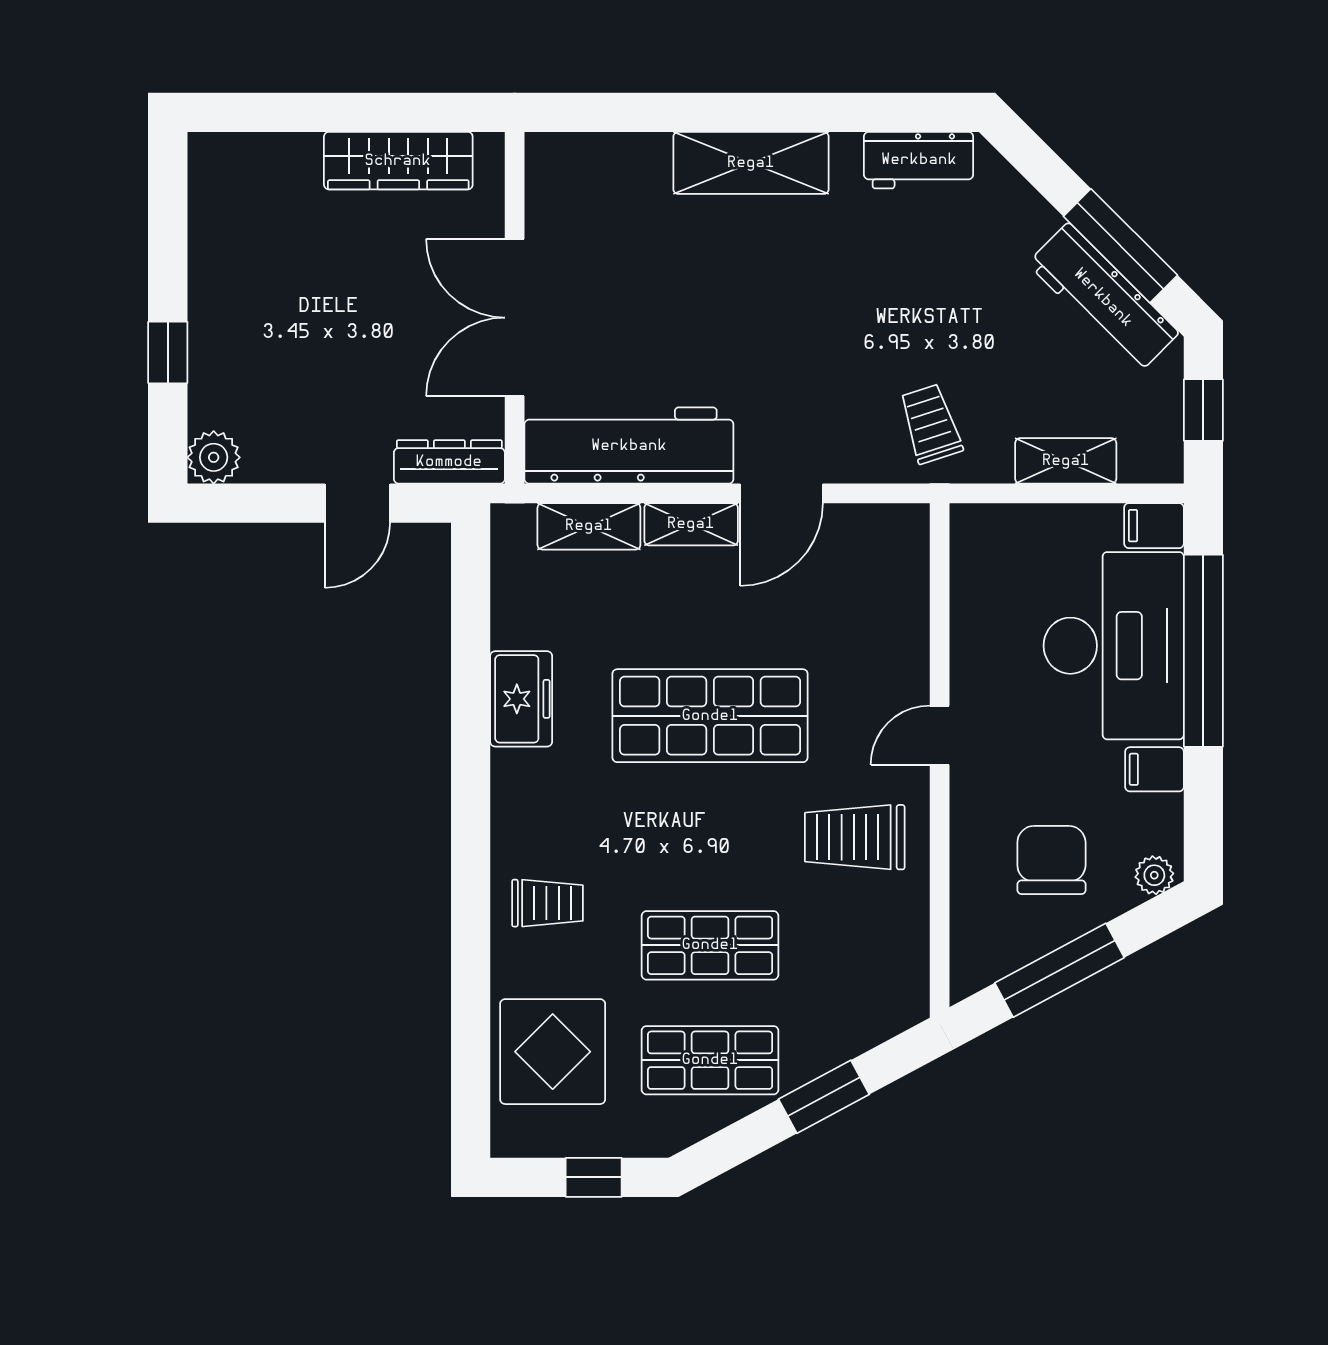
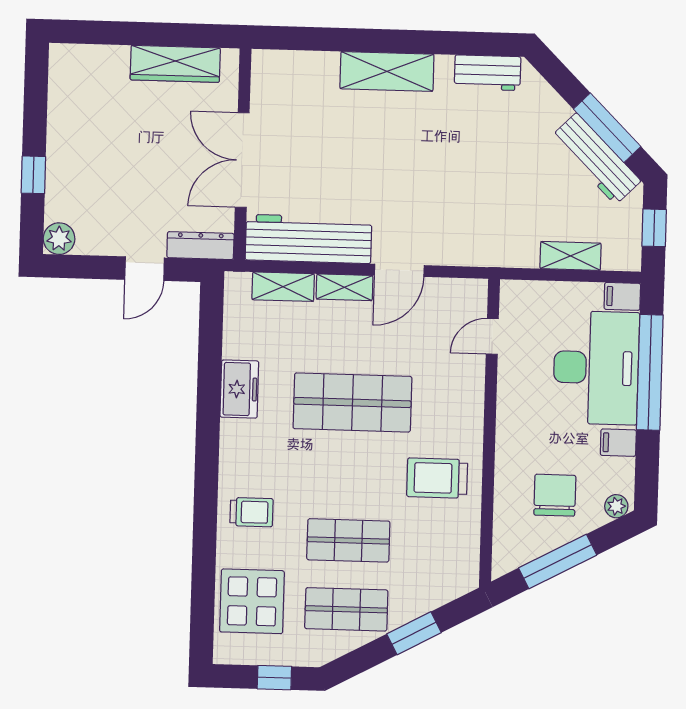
trolley: (931, 424) -> (490, 231), removed
door: (940, 735) -> (492, 336), moved

